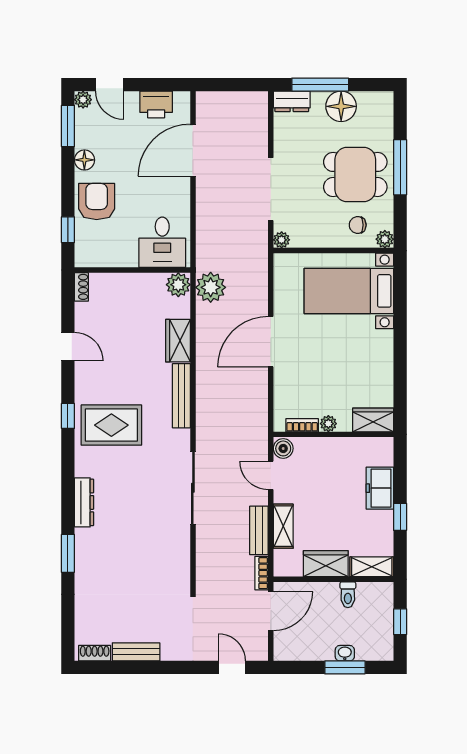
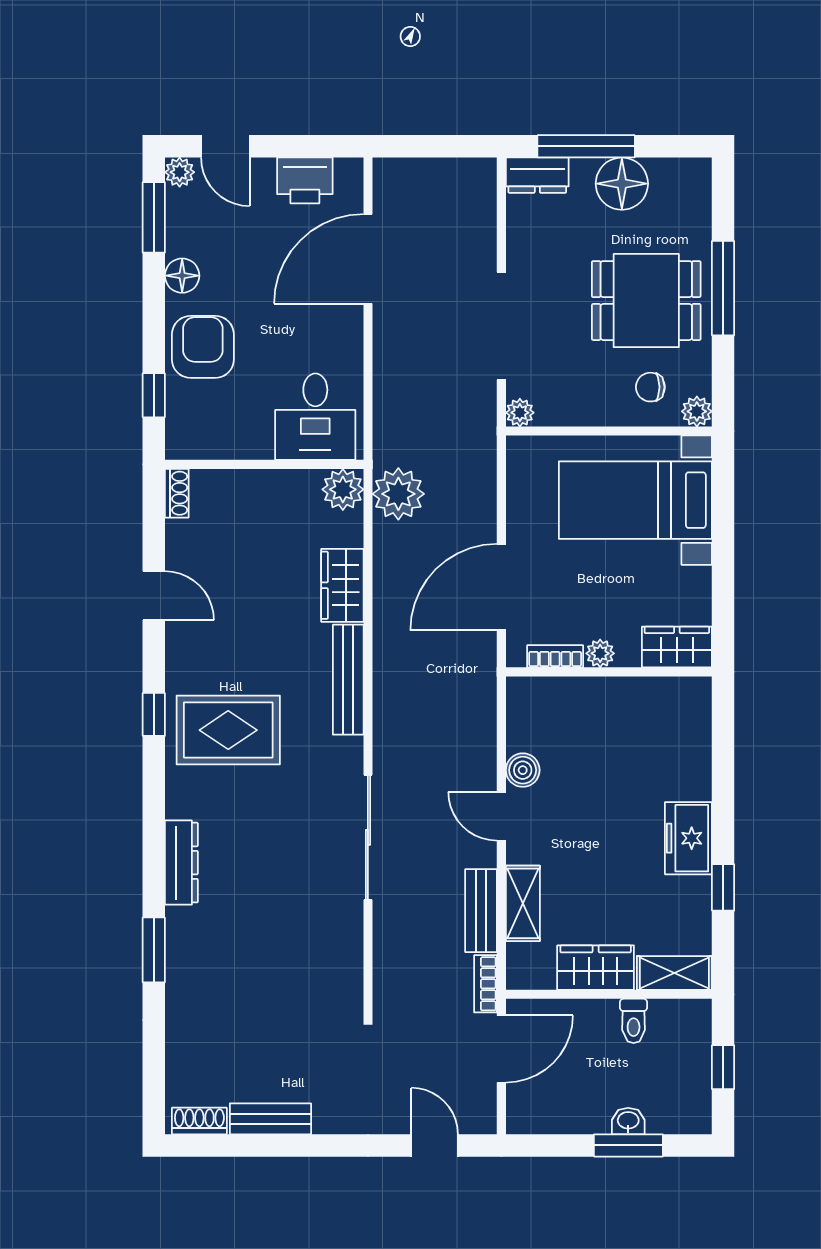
wardrobe: (373, 420) -> (677, 647), moved
plant: (328, 424) -> (600, 653), moved
bookcase: (302, 425) -> (555, 656), moved
wall: (333, 434) -> (609, 672), moved

